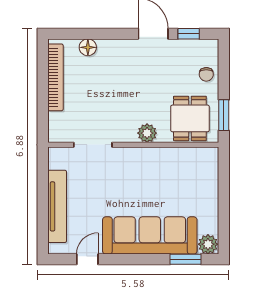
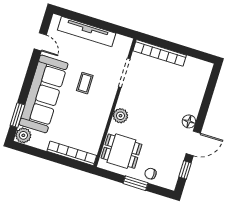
floor lamp: (88, 47) -> (189, 121), moved
bookcase: (55, 77) -> (160, 53), moved
window: (224, 115) -> (135, 183), moved
bookcase: (211, 178) -> (72, 153), added
coffee table: (121, 189) -> (85, 83), added

